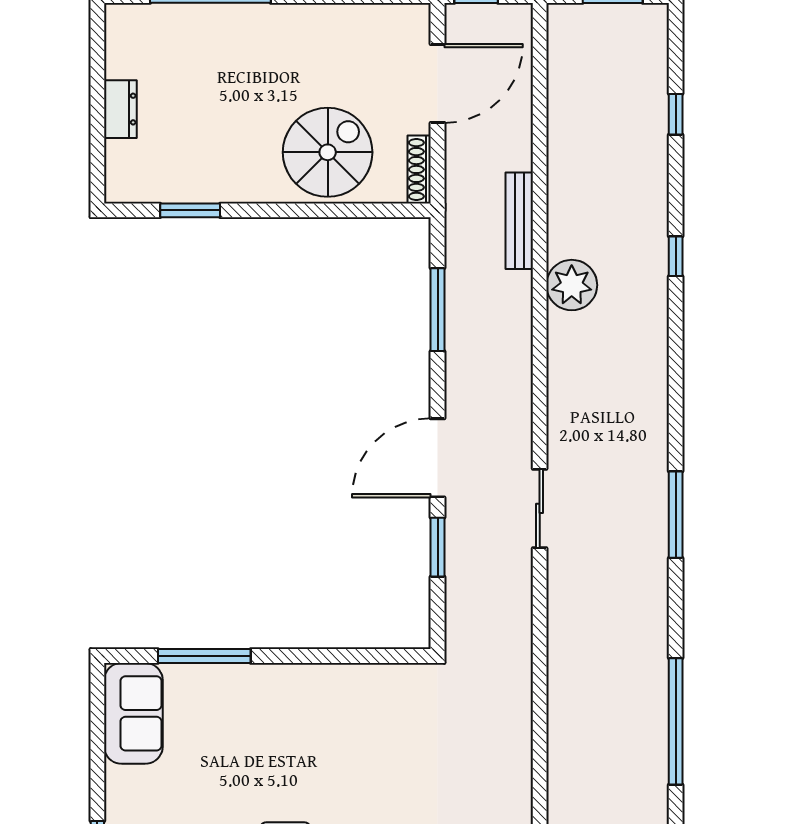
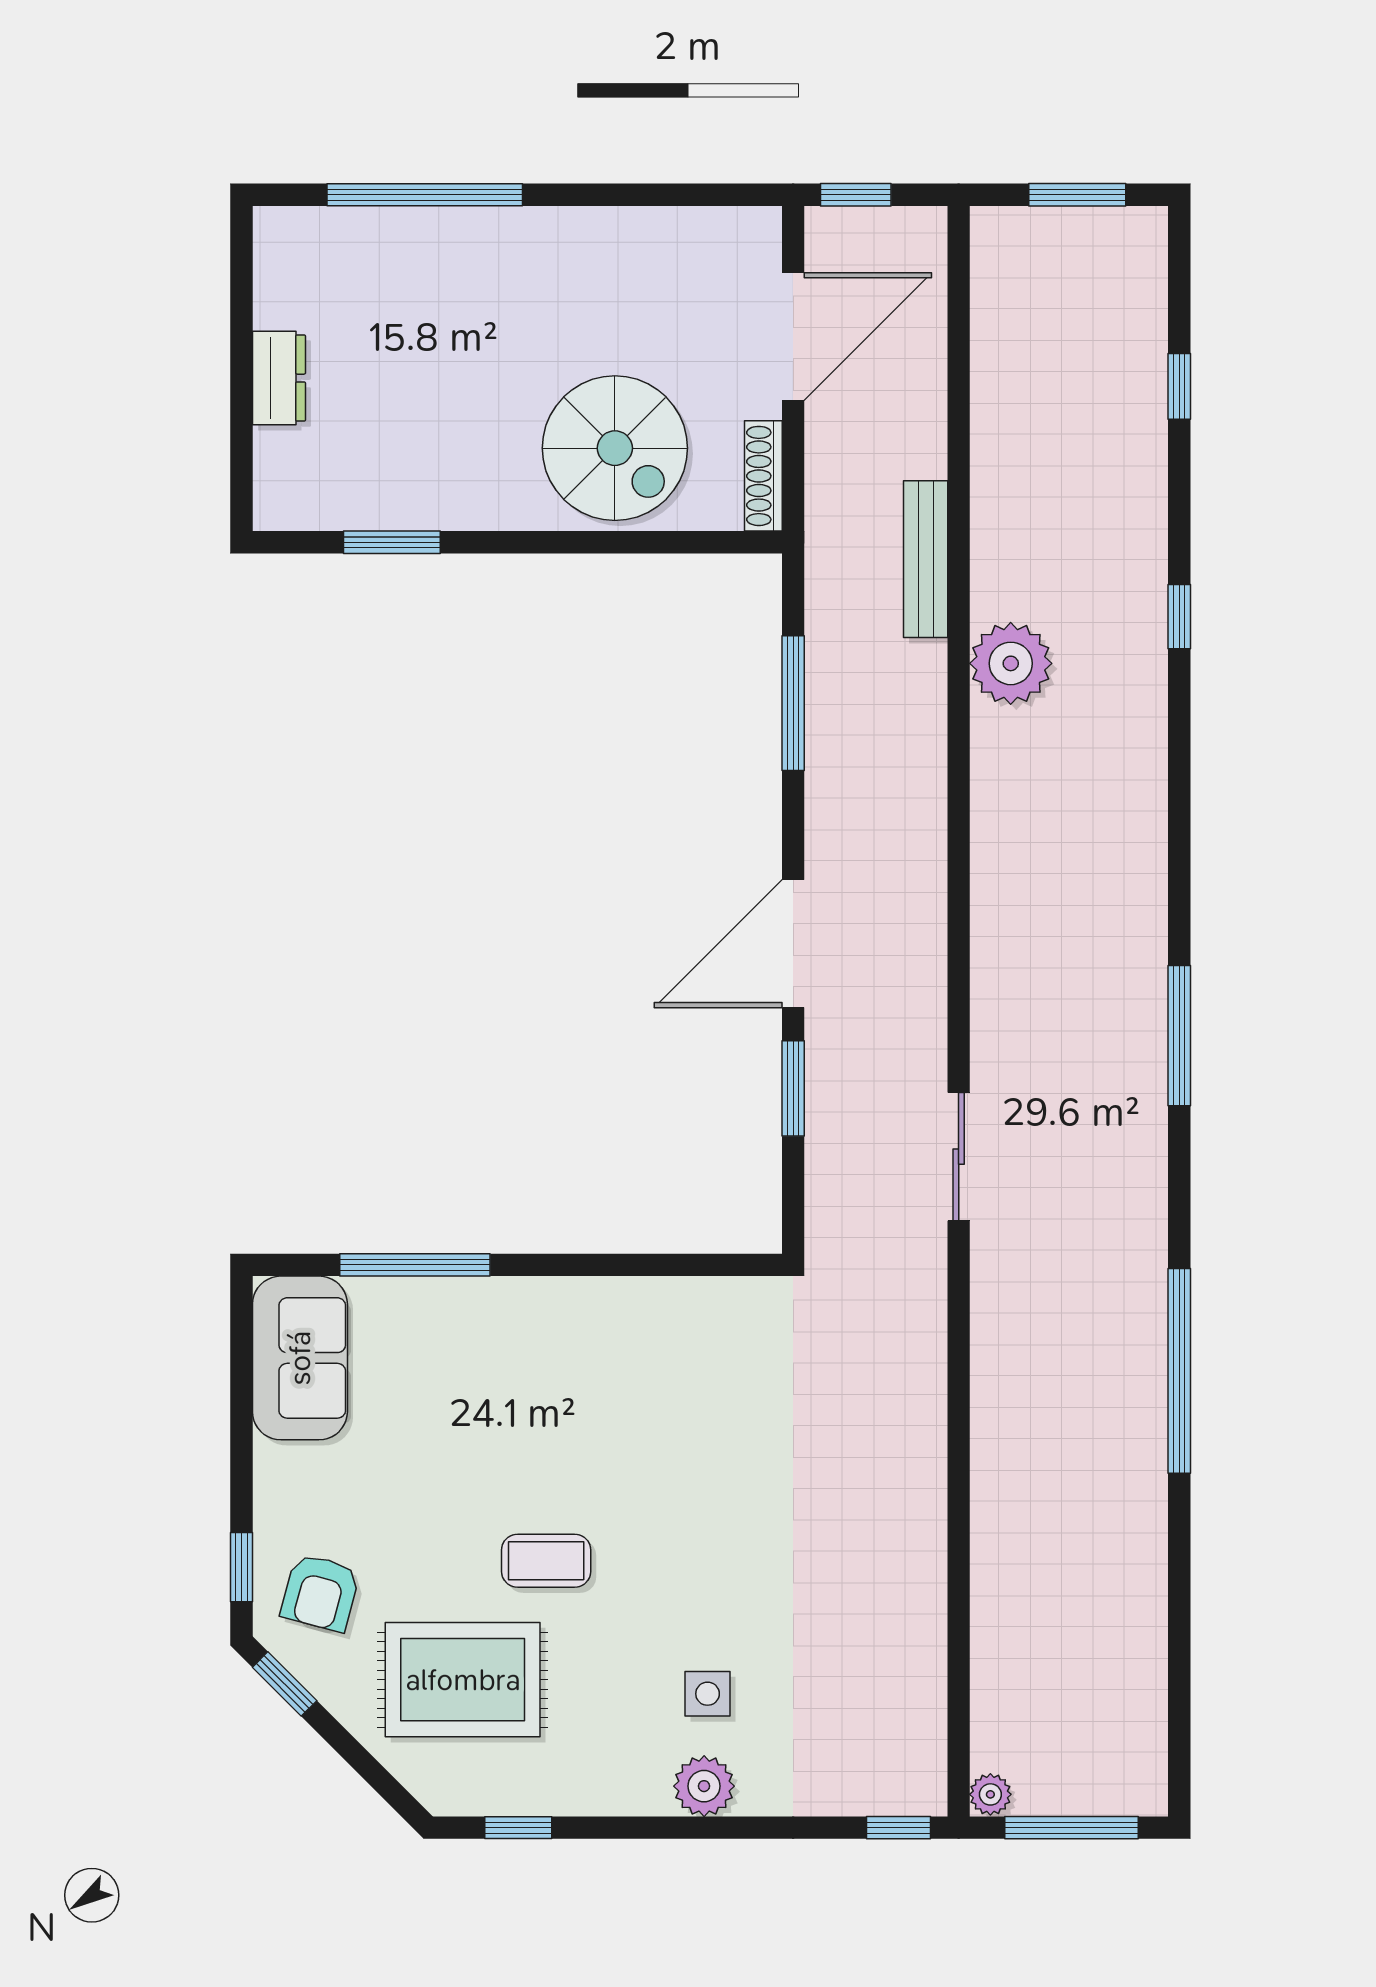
spiral stairs: (328, 152) -> (615, 448), turned 90
sliding door: (540, 508) -> (959, 1157), moved

